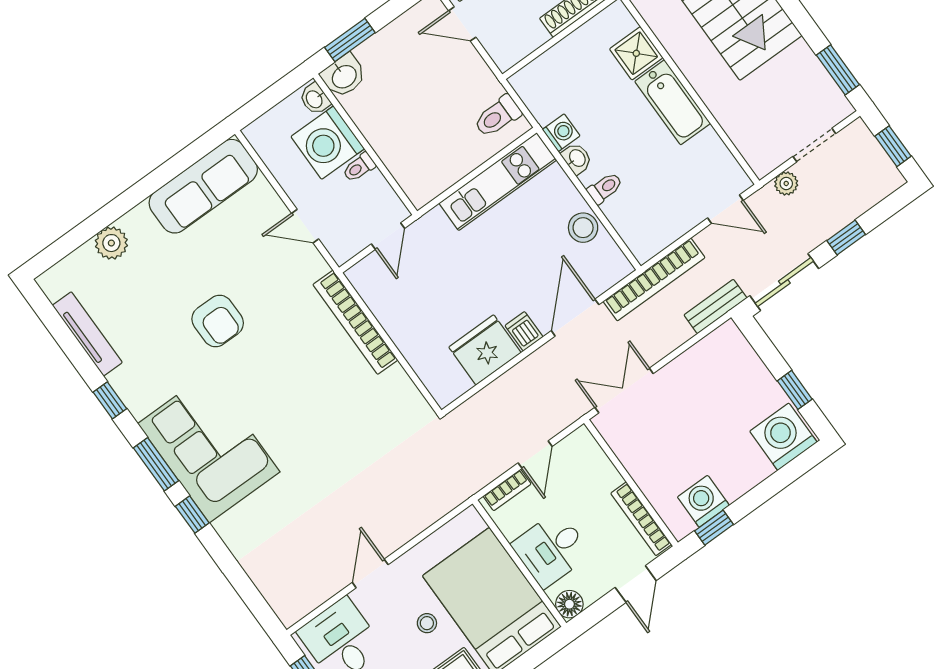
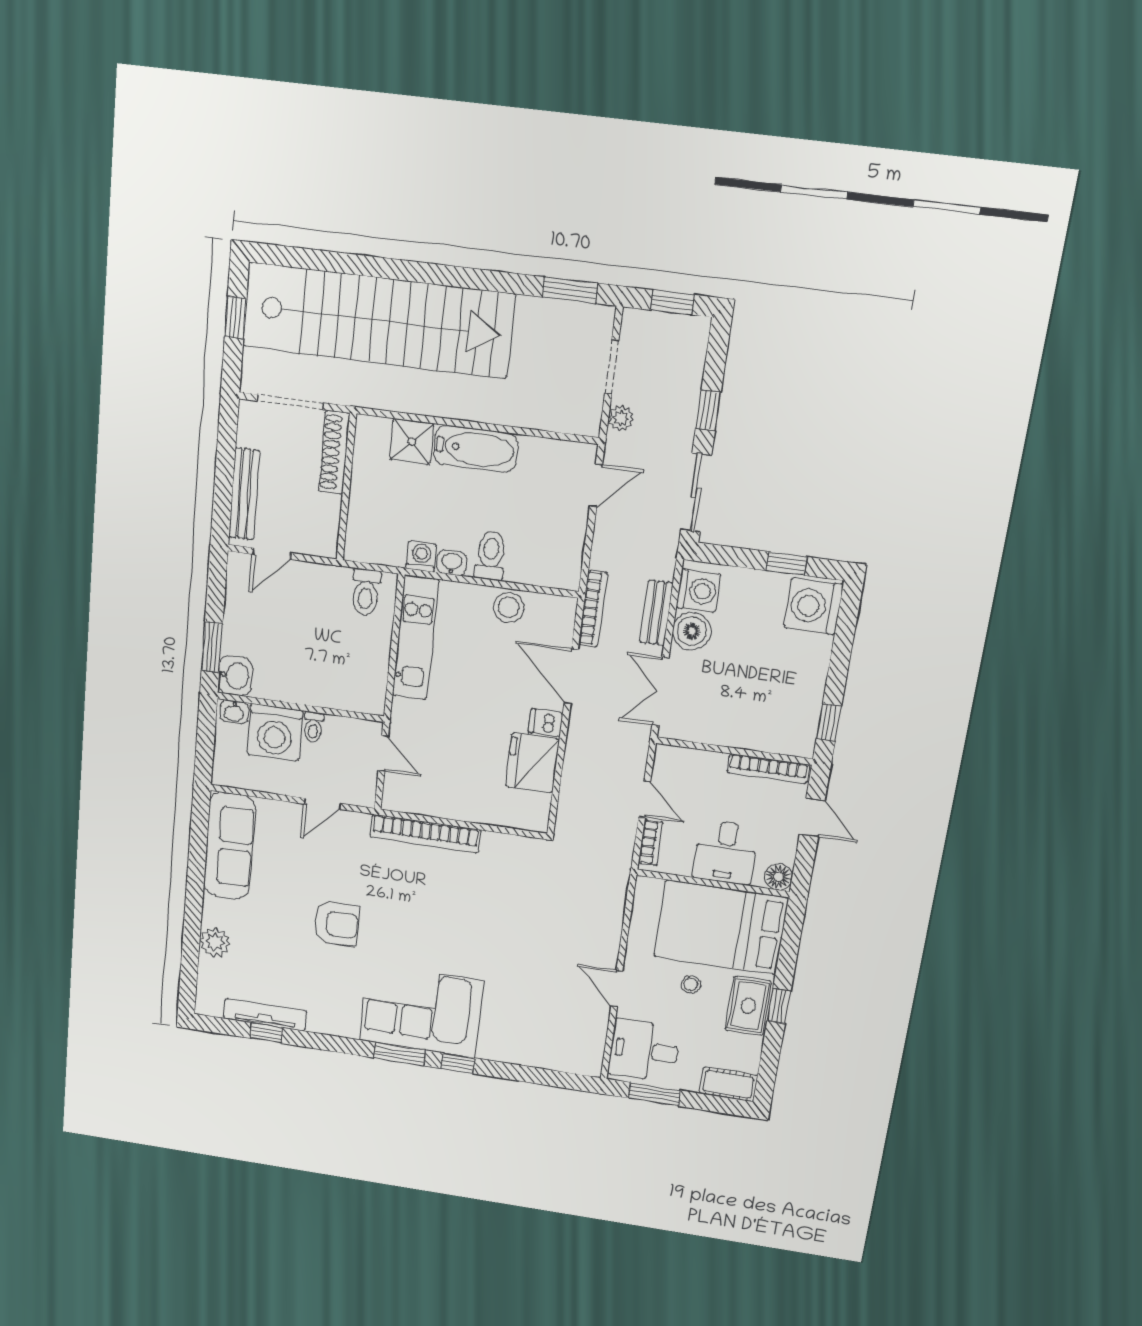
toilet: (605, 188) -> (491, 556), width x1.37, depth x1.39
bookcase: (654, 279) -> (593, 609), width x0.68, depth x0.76
bench: (715, 306) -> (656, 613), moved
boiler: (687, 371) -> (692, 631), added
window: (110, 400) -> (267, 1033), moved
washing machine: (703, 501) -> (698, 591), moved, turned 180

